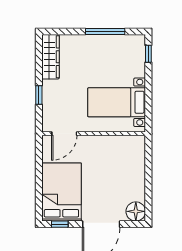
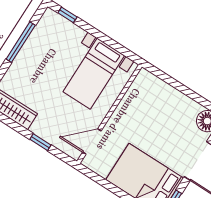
door: (64, 134) -> (92, 141), swing flipped

